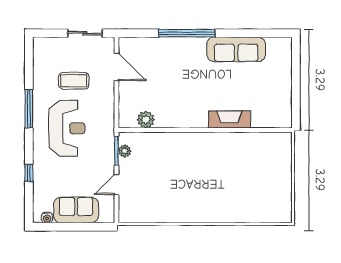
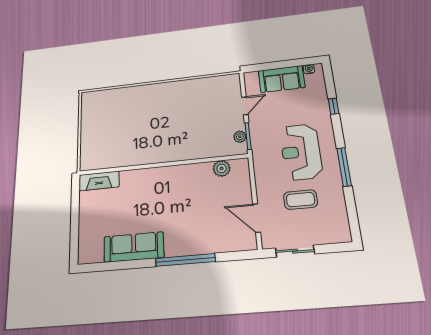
fireplace: (229, 120) -> (99, 181), moved

